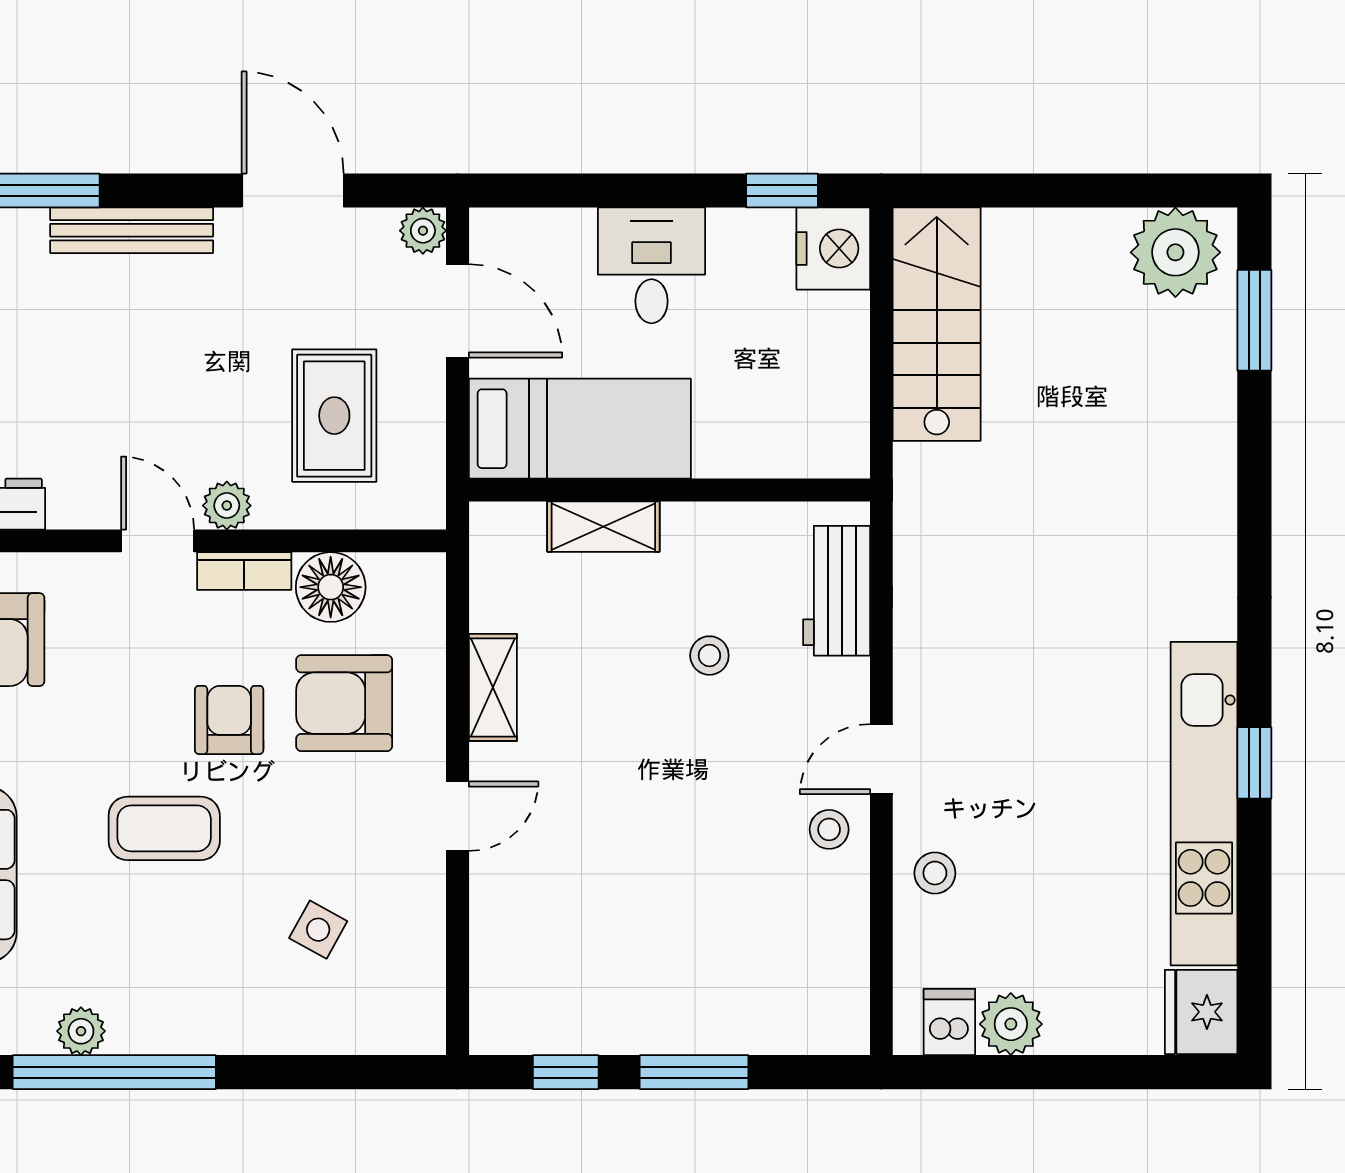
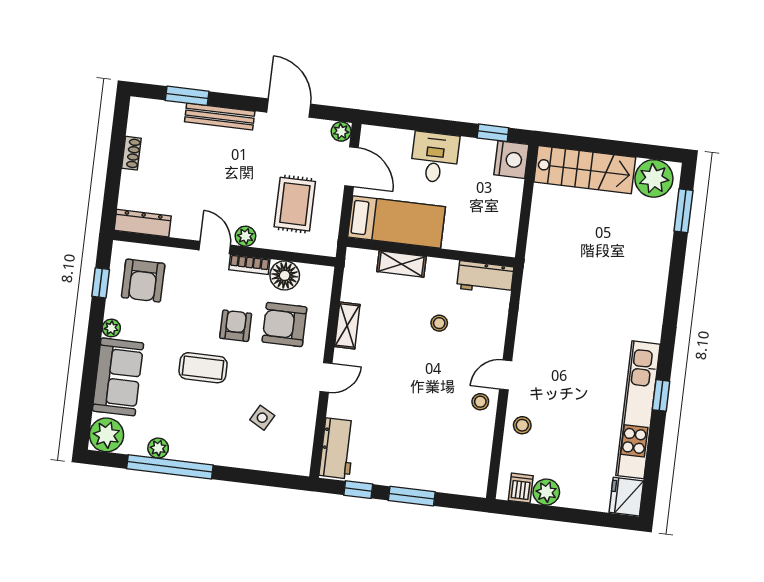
stairs: (937, 324) -> (585, 170), moved, turned 90
workbench: (837, 591) -> (485, 278), moved, turned -90
workbench: (505, 981) -> (337, 448), added

